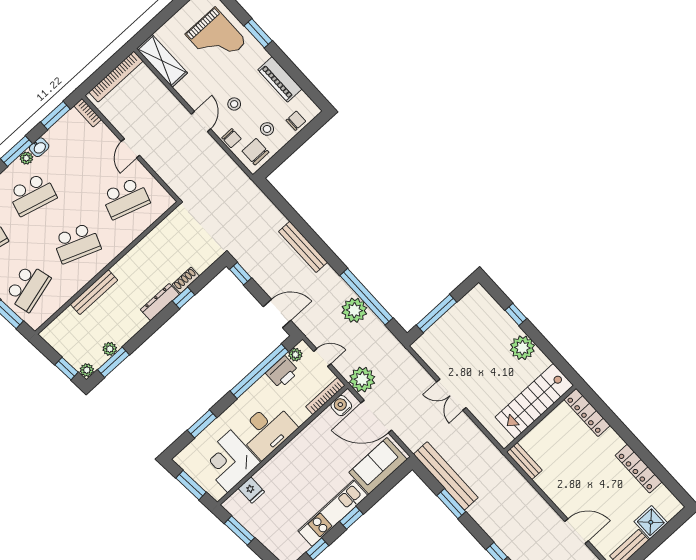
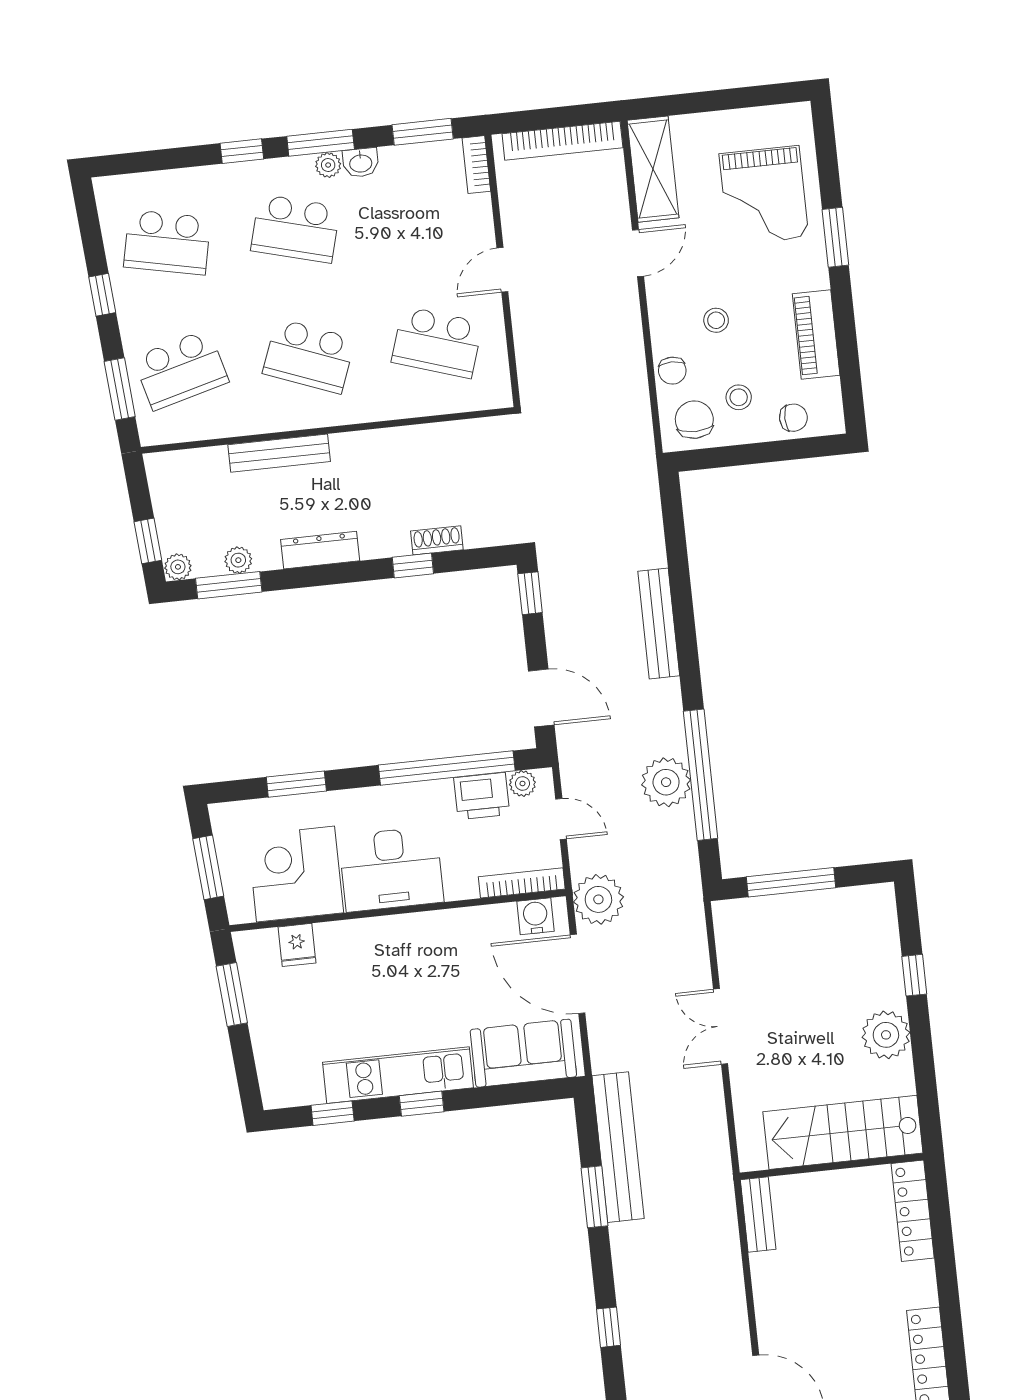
door: (201, 121) -> (638, 253), moved
dresser: (160, 302) -> (320, 550), moved

